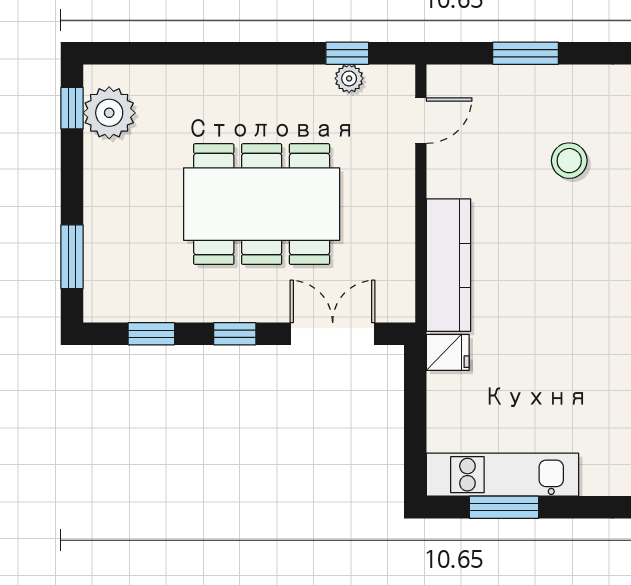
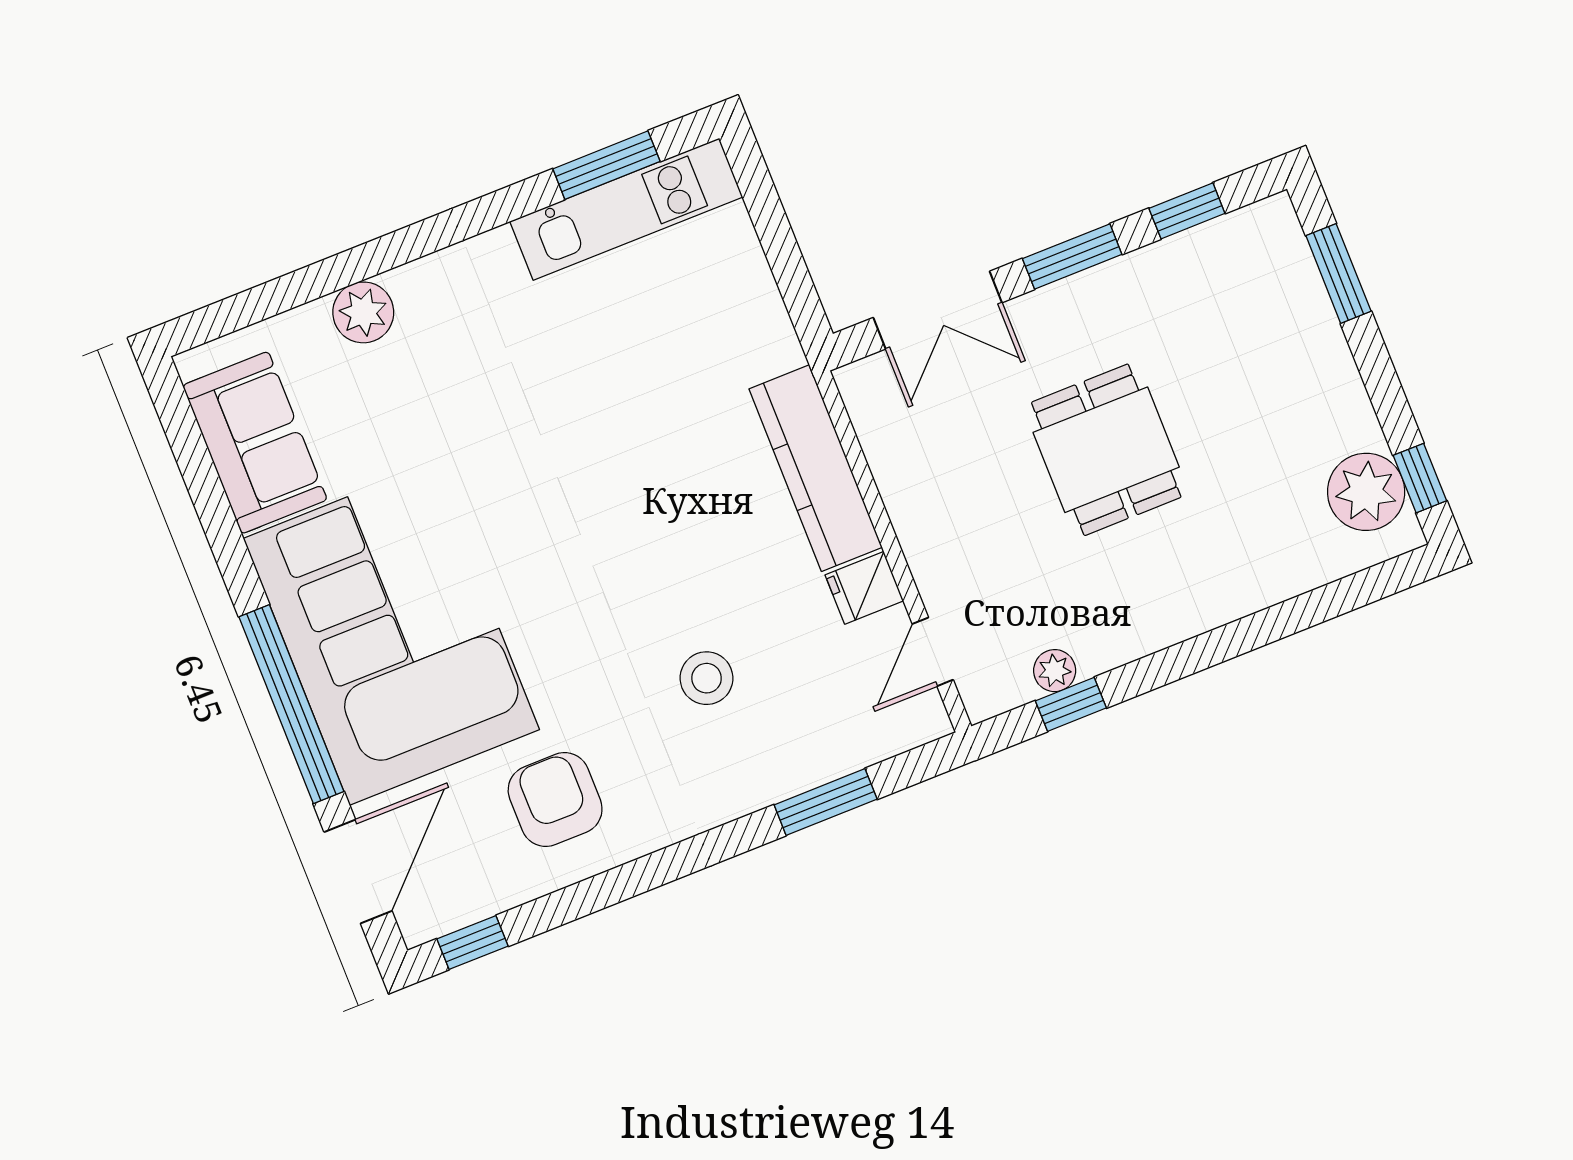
dining table: (262, 204) -> (1106, 450), width x0.53, depth x0.80
window: (235, 334) -> (1072, 256), width x1.50
fridge: (448, 352) -> (864, 588), moved

